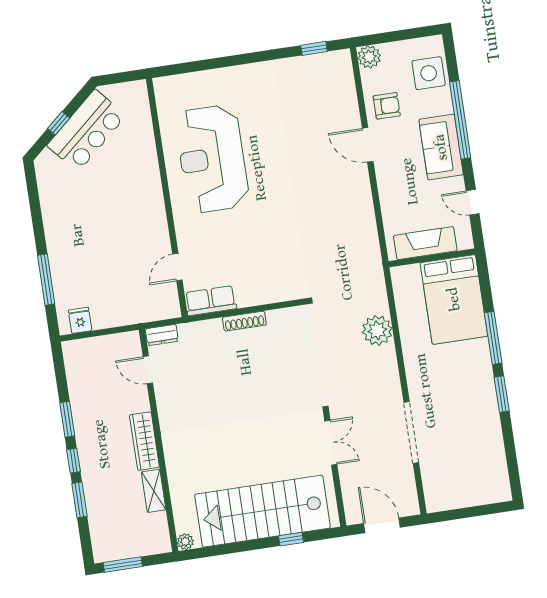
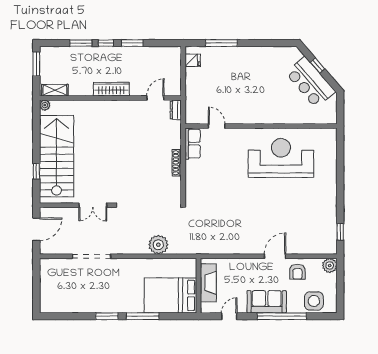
shelving: (154, 491) -> (55, 90), moved

